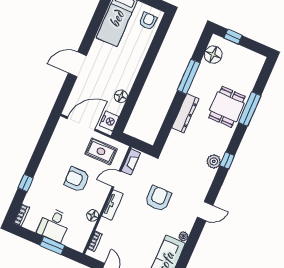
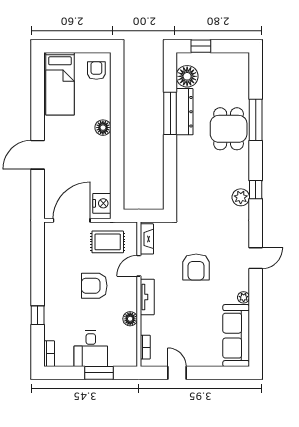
floor lamp: (121, 96) -> (103, 128), moved
dresser: (185, 113) -> (185, 112), moved
armchair: (158, 199) -> (196, 267), turned 180

